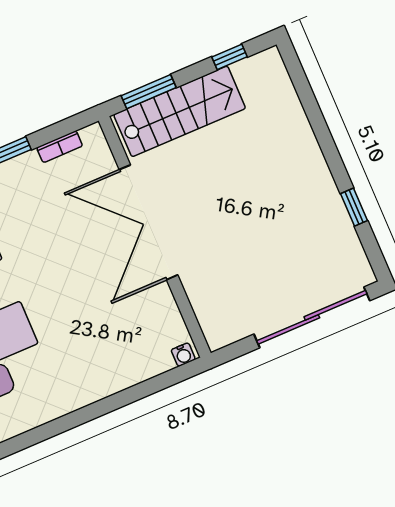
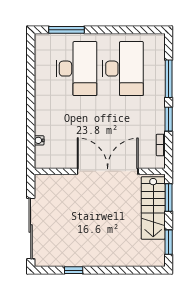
window: (230, 57) -> (169, 242), width x1.50
water cooler: (183, 355) -> (39, 140), moved

